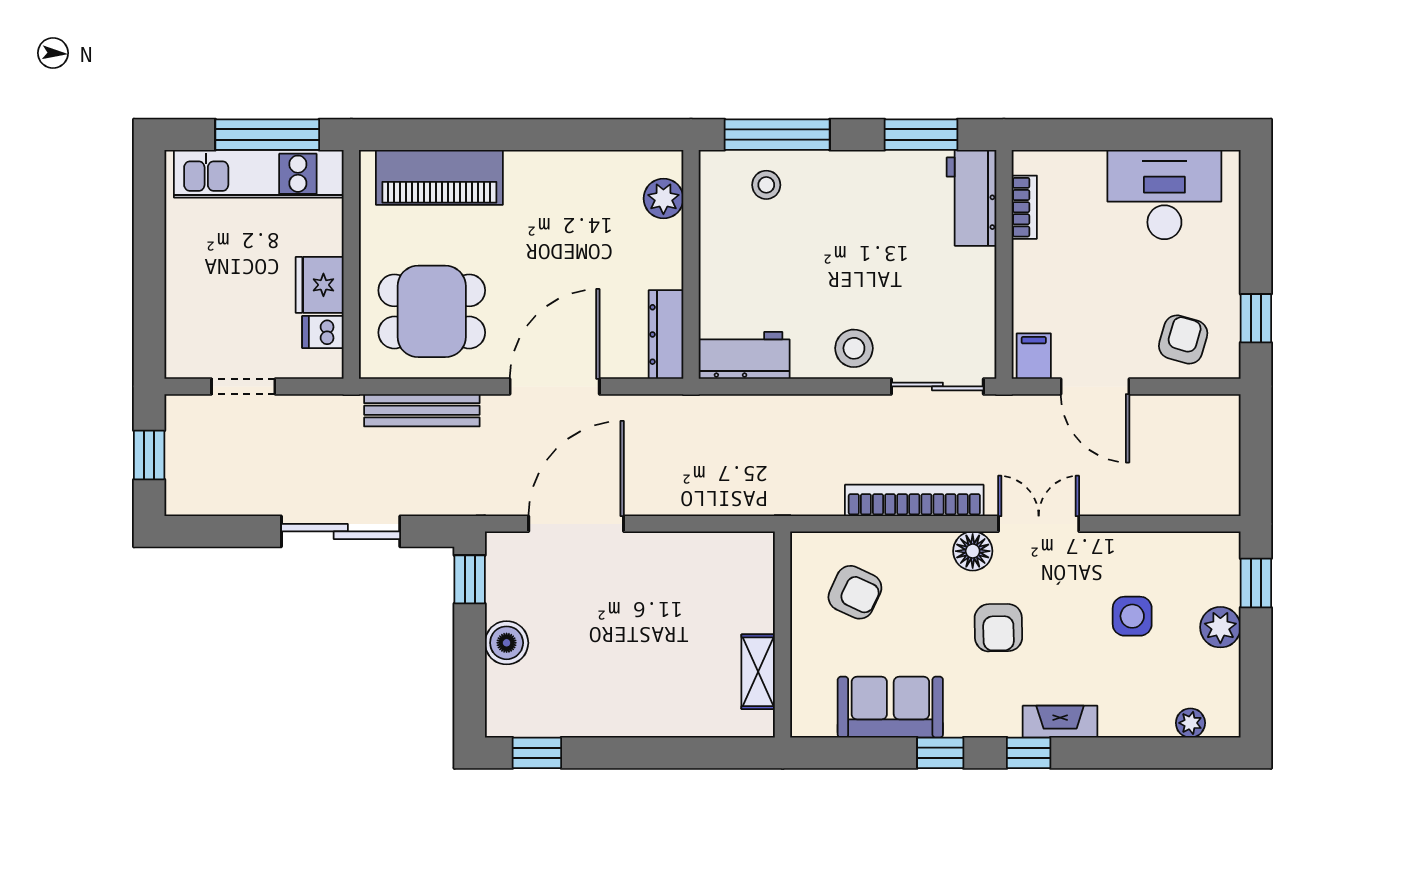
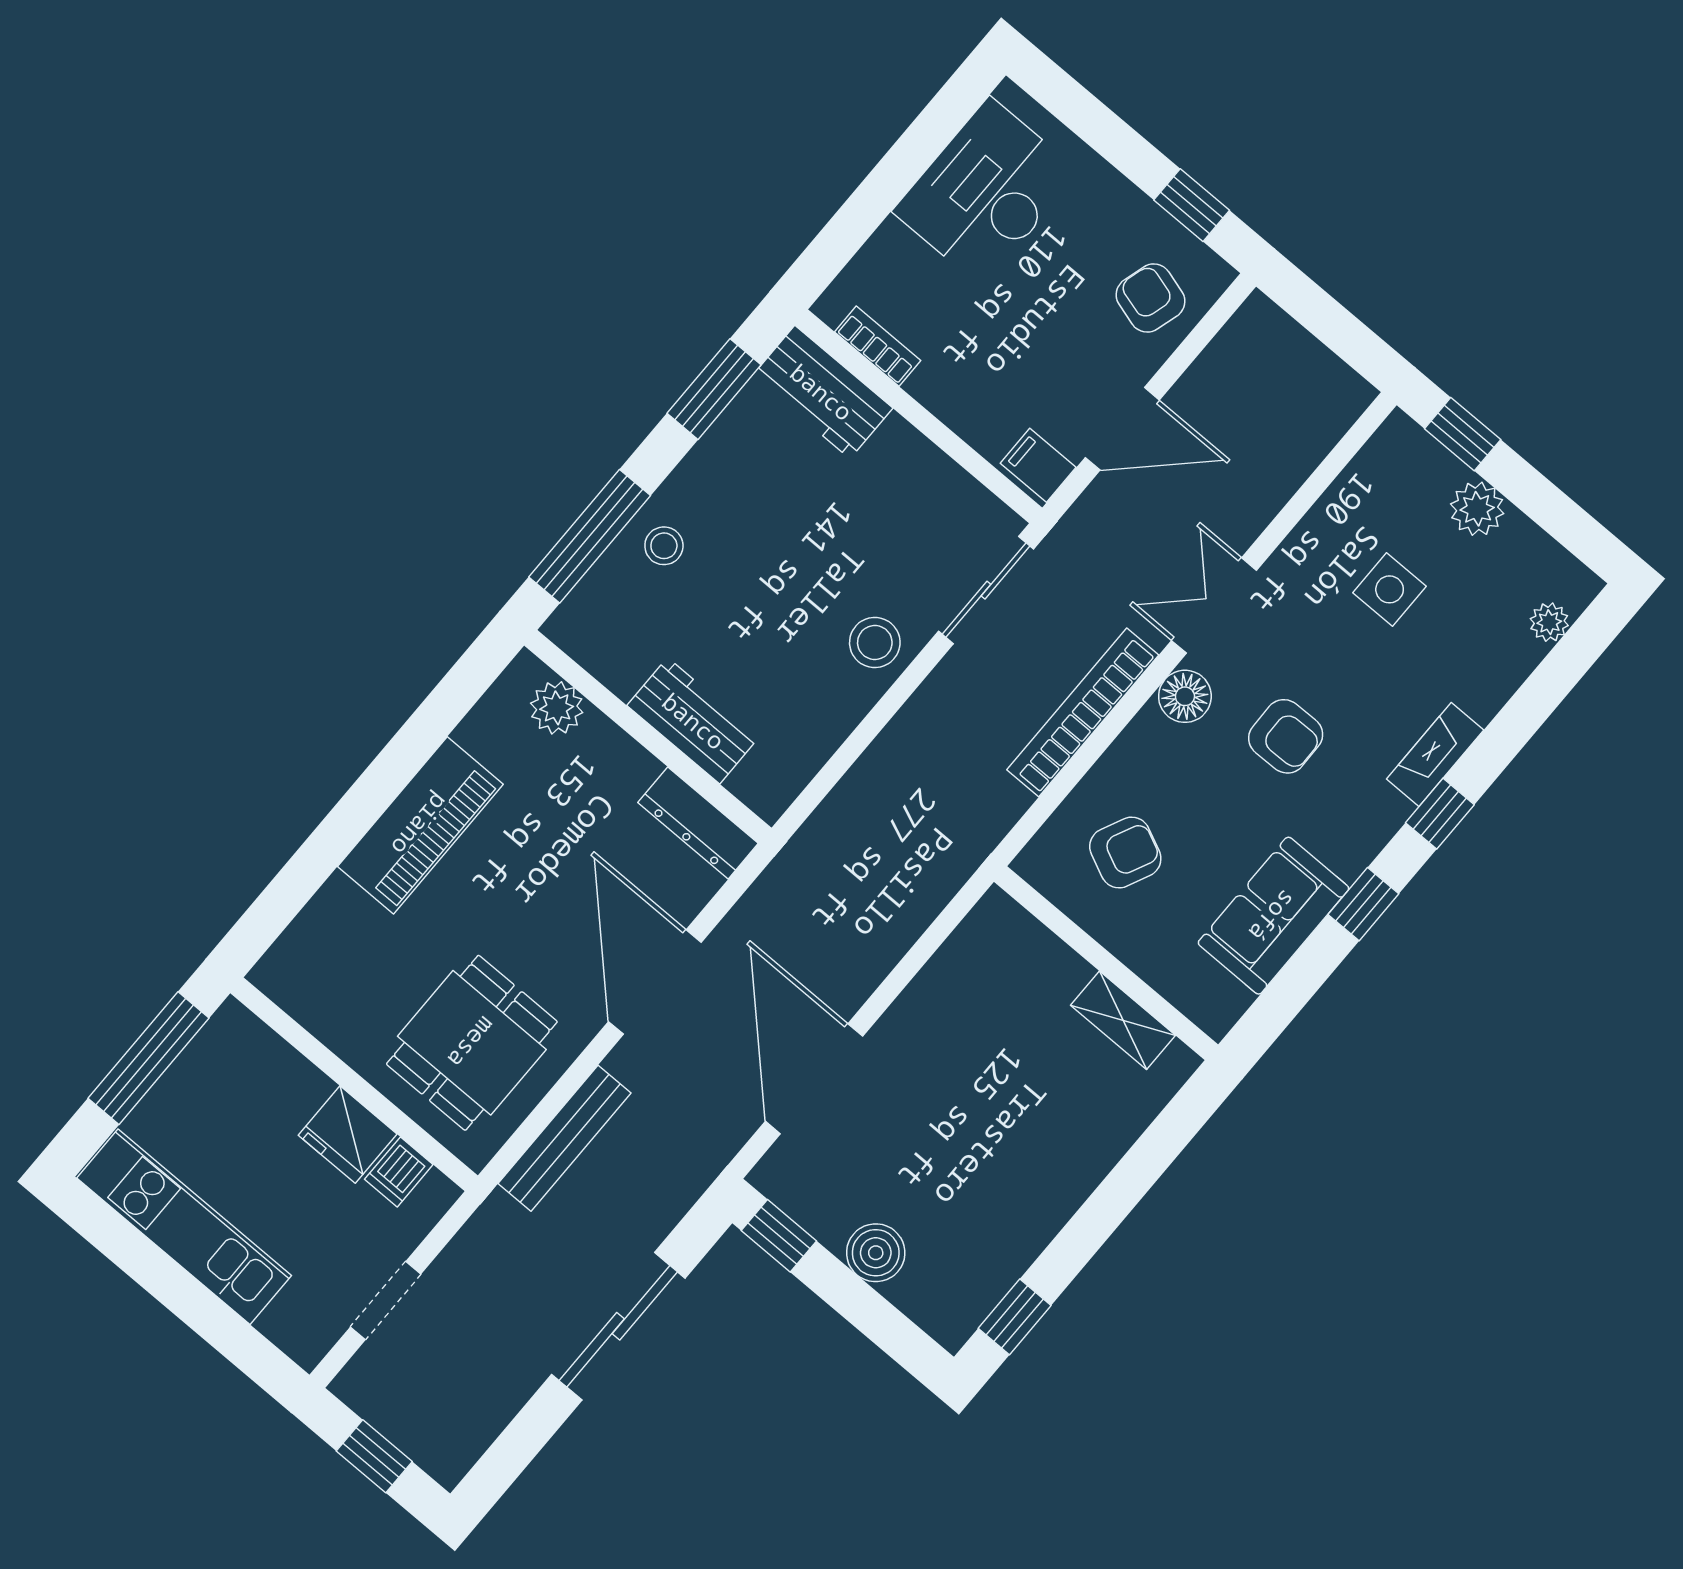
kitchen unit: (259, 174) -> (184, 1227), moved, turned -90
piano: (439, 177) -> (420, 825), moved
stool: (766, 185) -> (664, 546), moved
workbench: (744, 355) -> (694, 721), moved, turned 90

